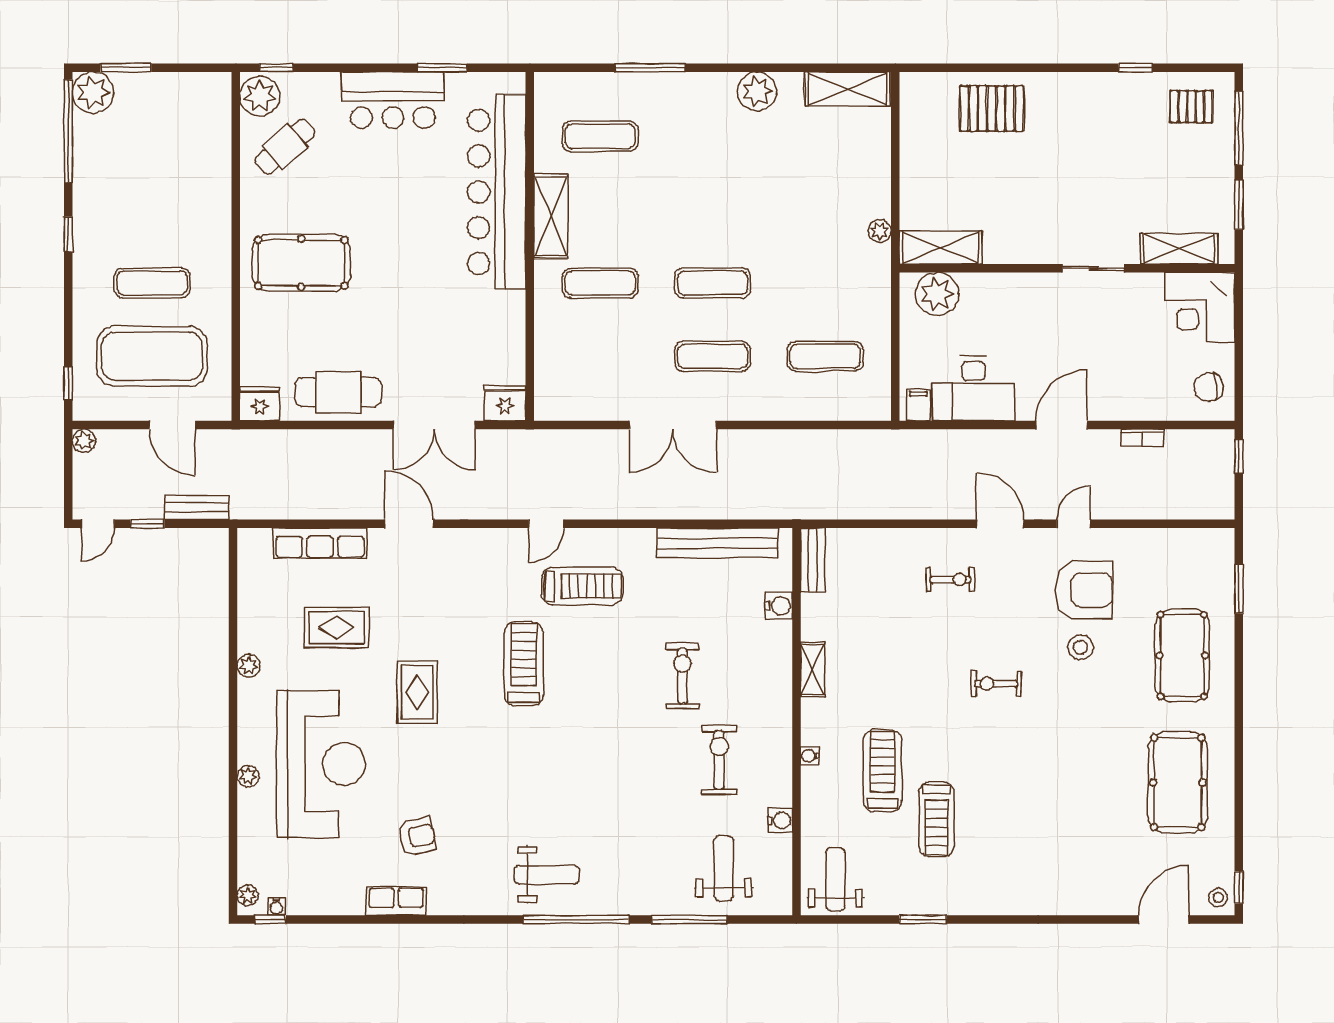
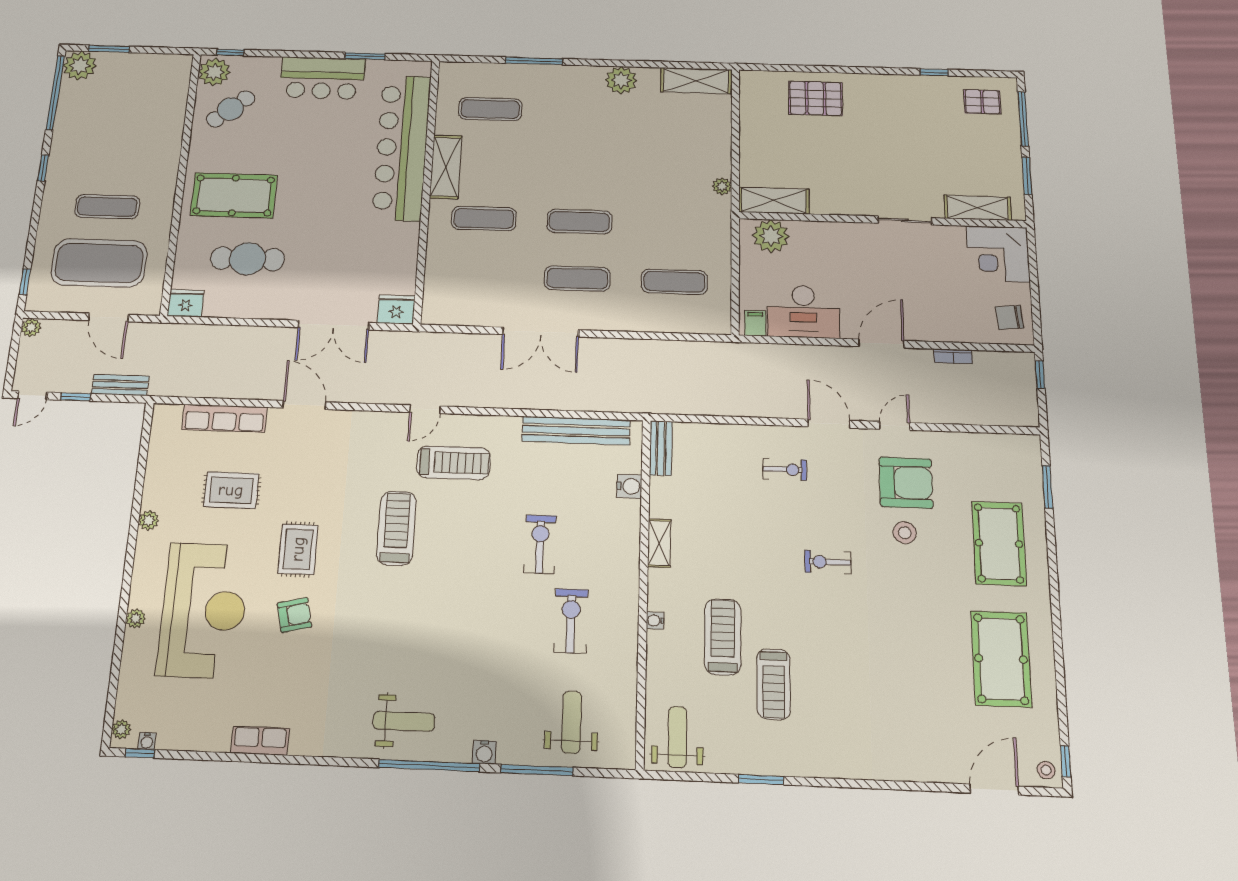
cafe table: (338, 392) -> (248, 259), moved
water cooler: (780, 820) -> (484, 752), moved, turned 90
armchair: (417, 837) -> (294, 615), moved

